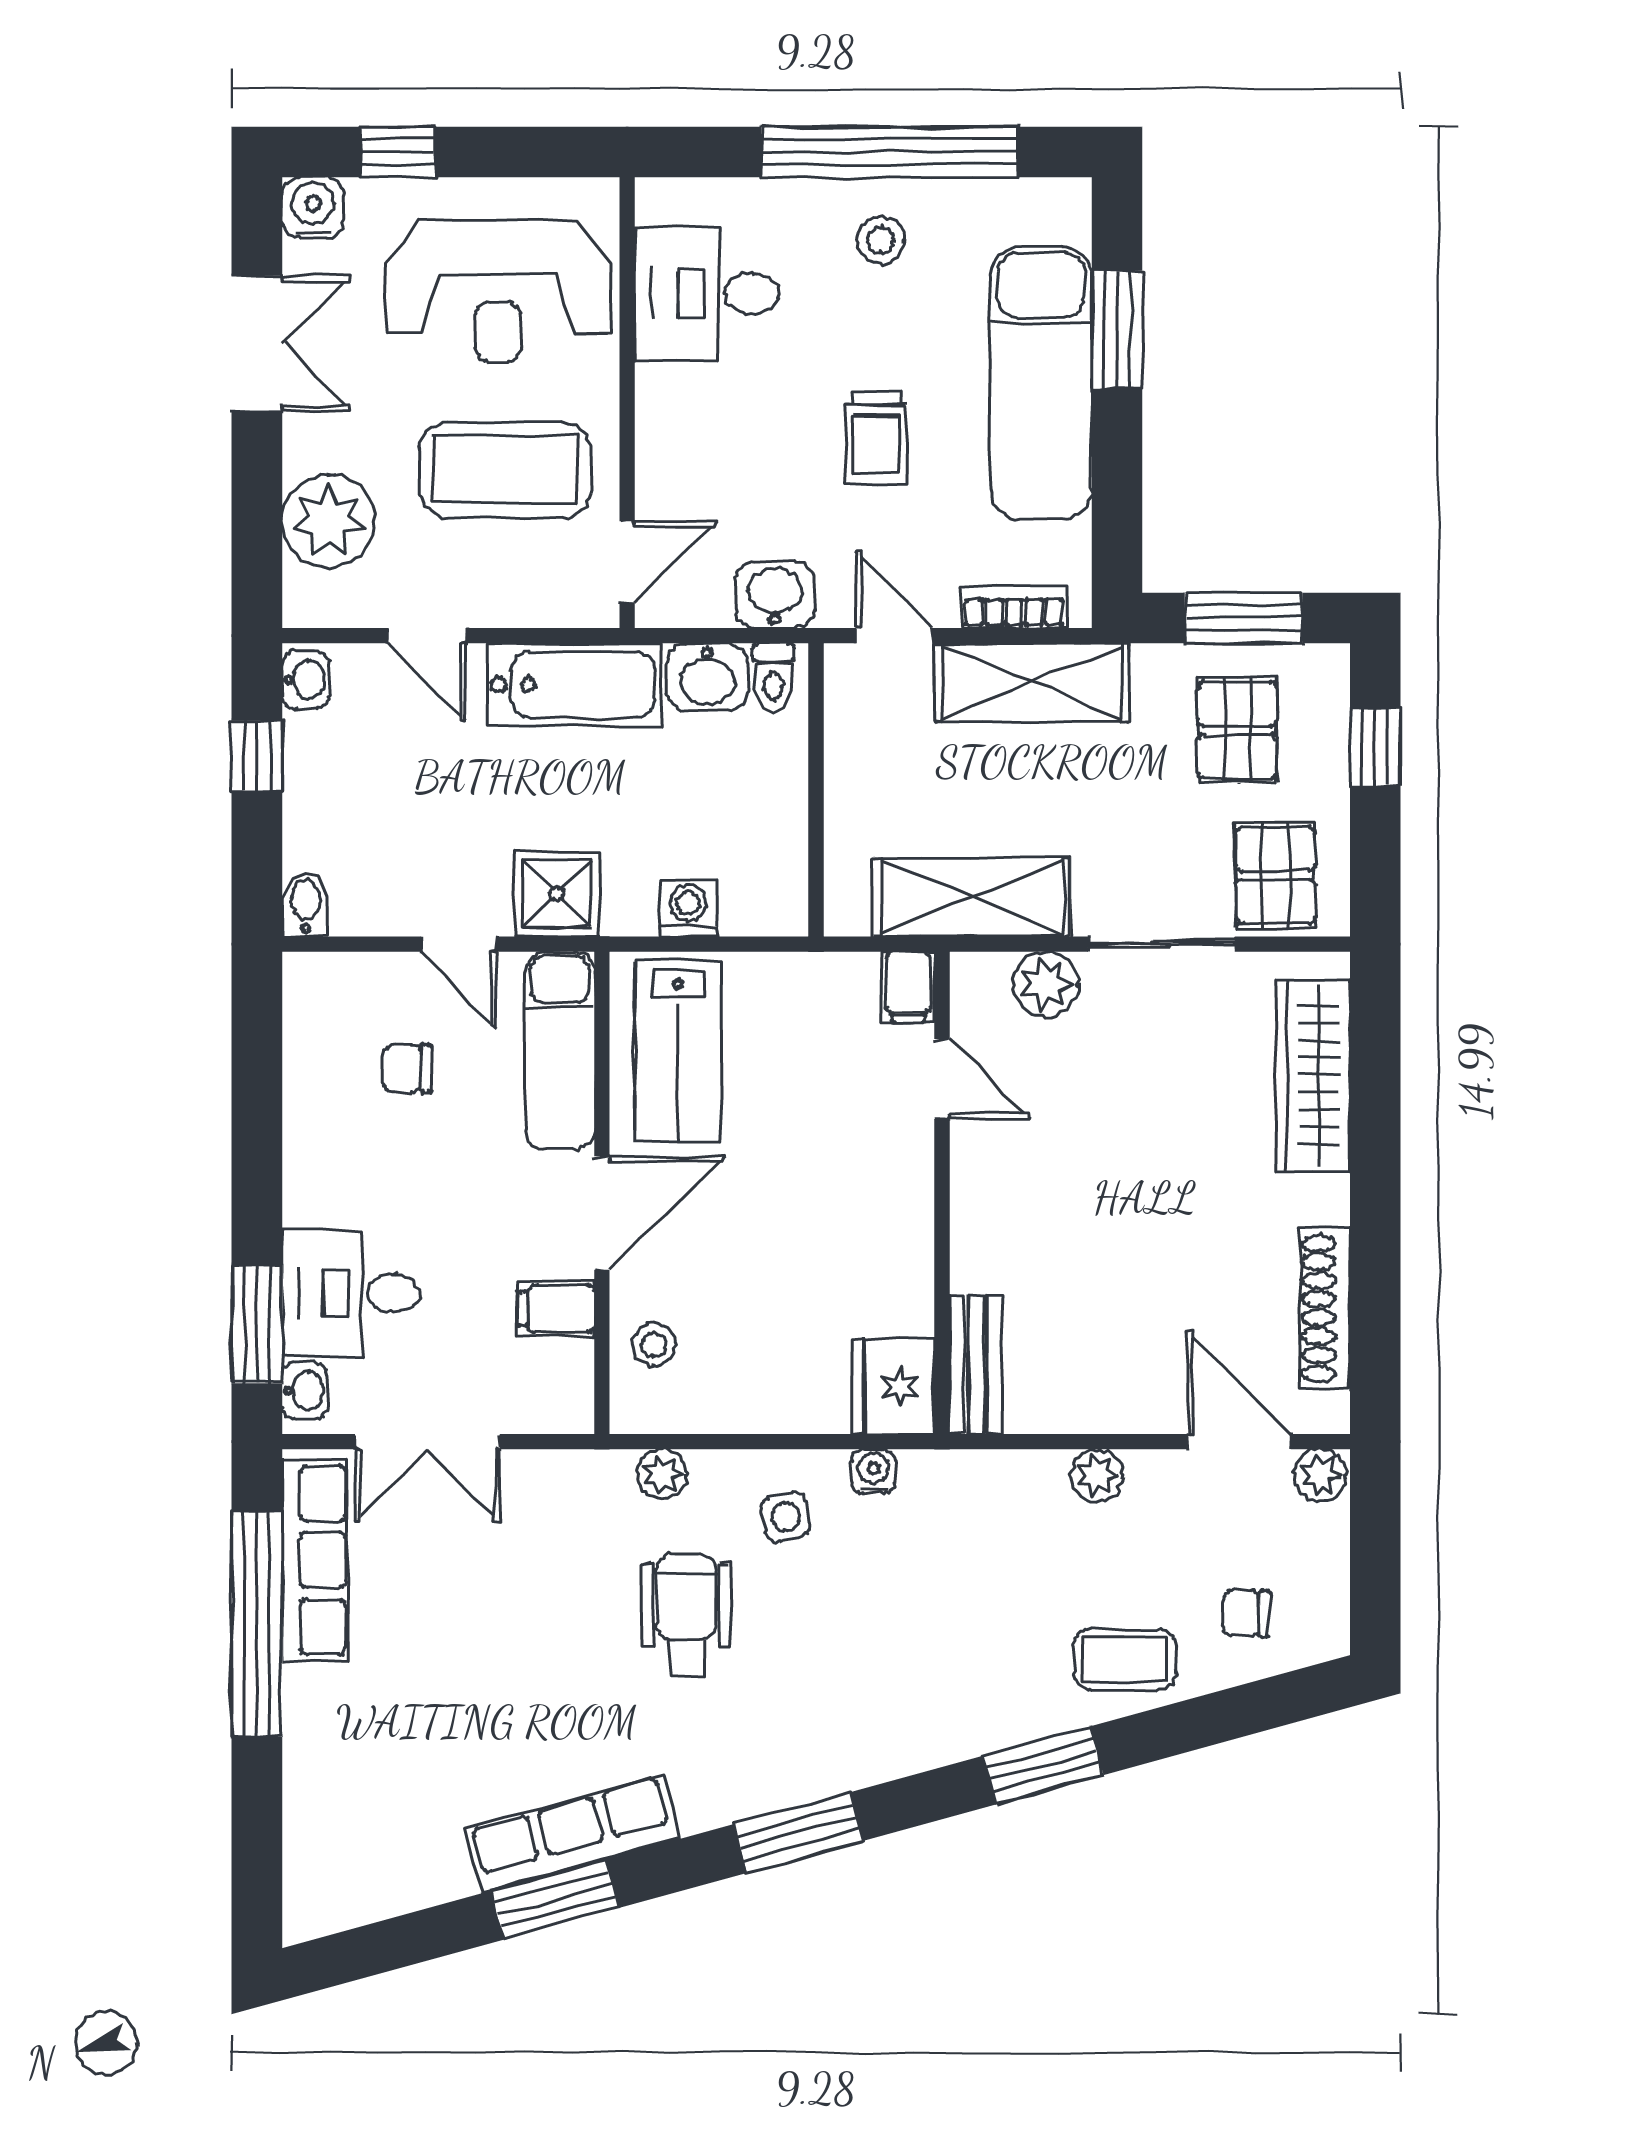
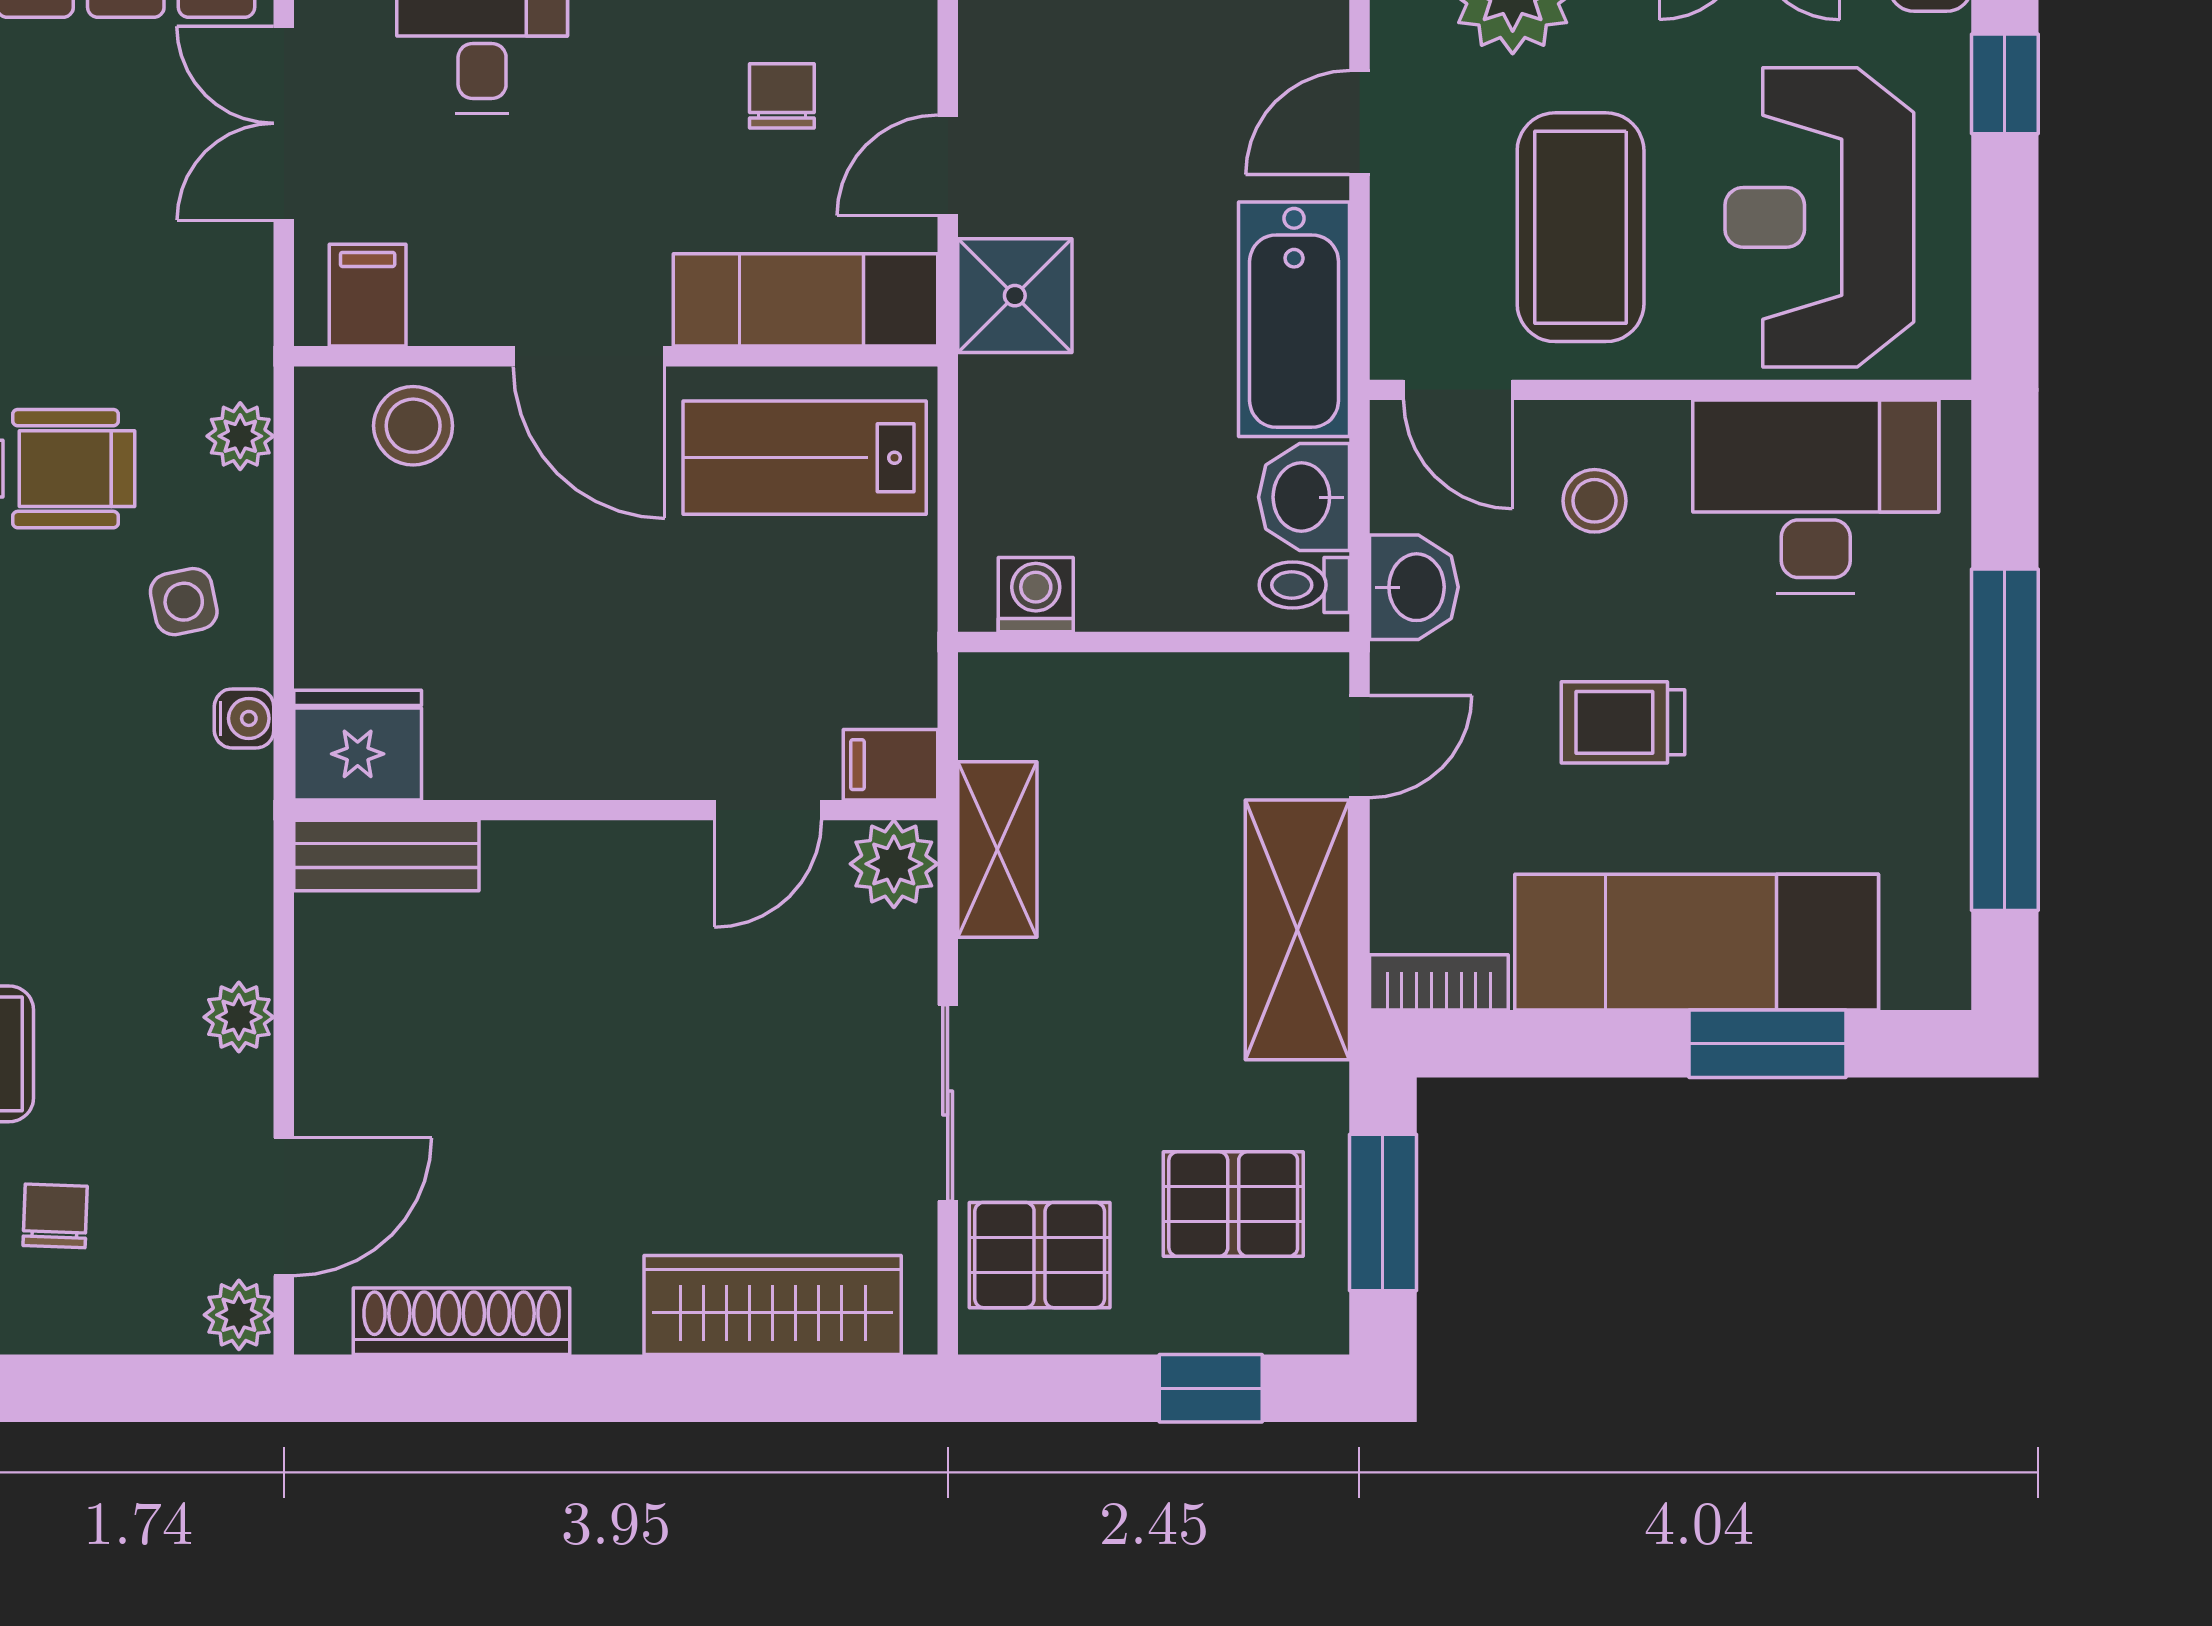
stool: (881, 240) -> (1595, 501), moved
desk: (707, 294) -> (1816, 497), width x1.37
bookcase: (1014, 607) -> (1439, 982), moved, turned -90
shelving: (971, 897) -> (997, 849), width x0.67, depth x0.75
washing machine: (688, 909) -> (1036, 595), moved, turned -90
plant: (1046, 985) -> (894, 864), moved
filing cabinet: (556, 1309) -> (368, 295), moved
stool: (654, 1345) -> (413, 426), width x1.37, depth x1.37

